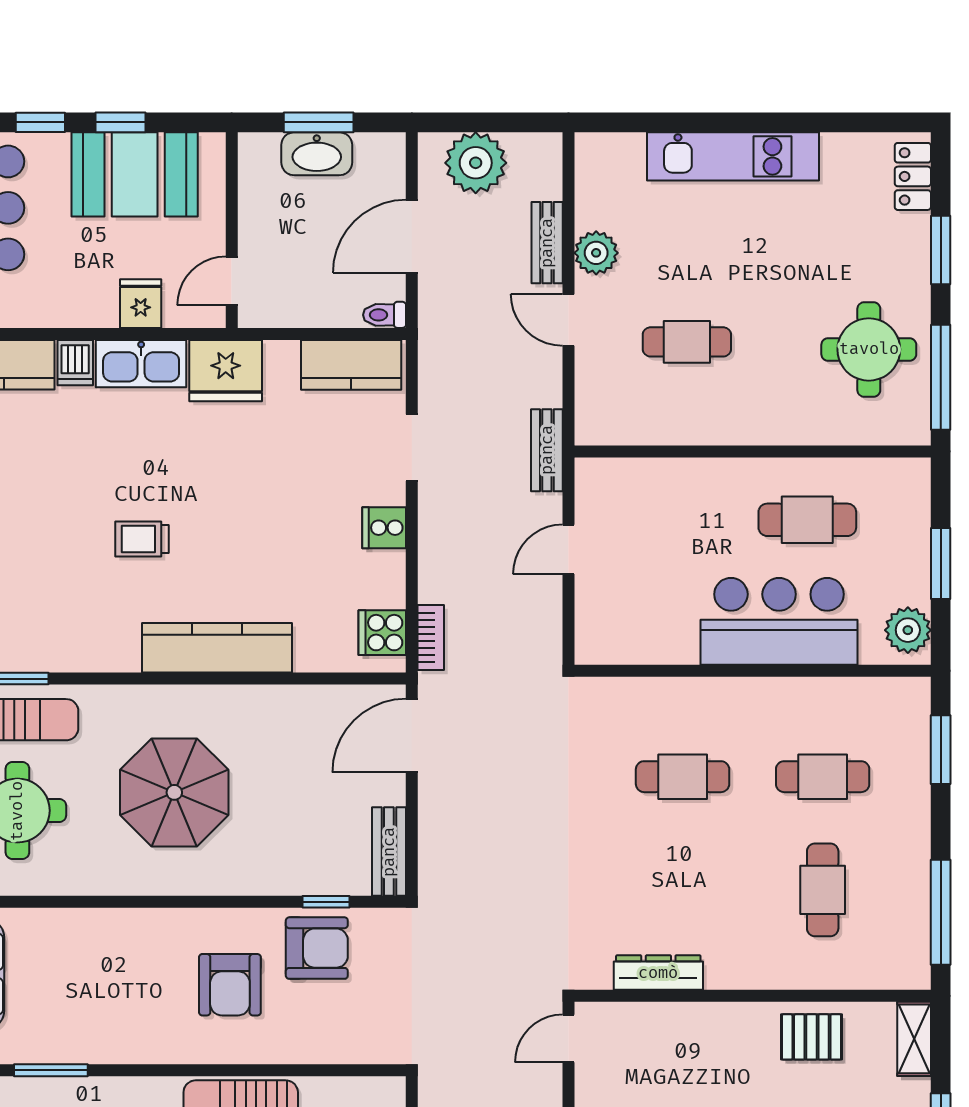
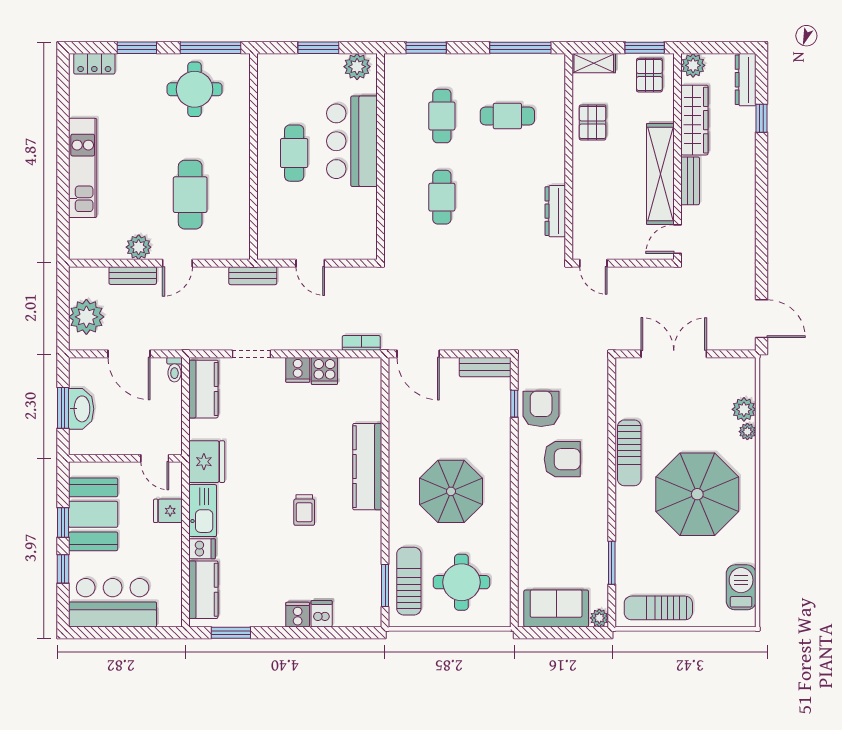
cafe table: (687, 342) -> (190, 195), width x1.37, depth x1.35
cafe table: (807, 520) -> (294, 153), moved
cooker: (382, 633) -> (324, 371), moved

